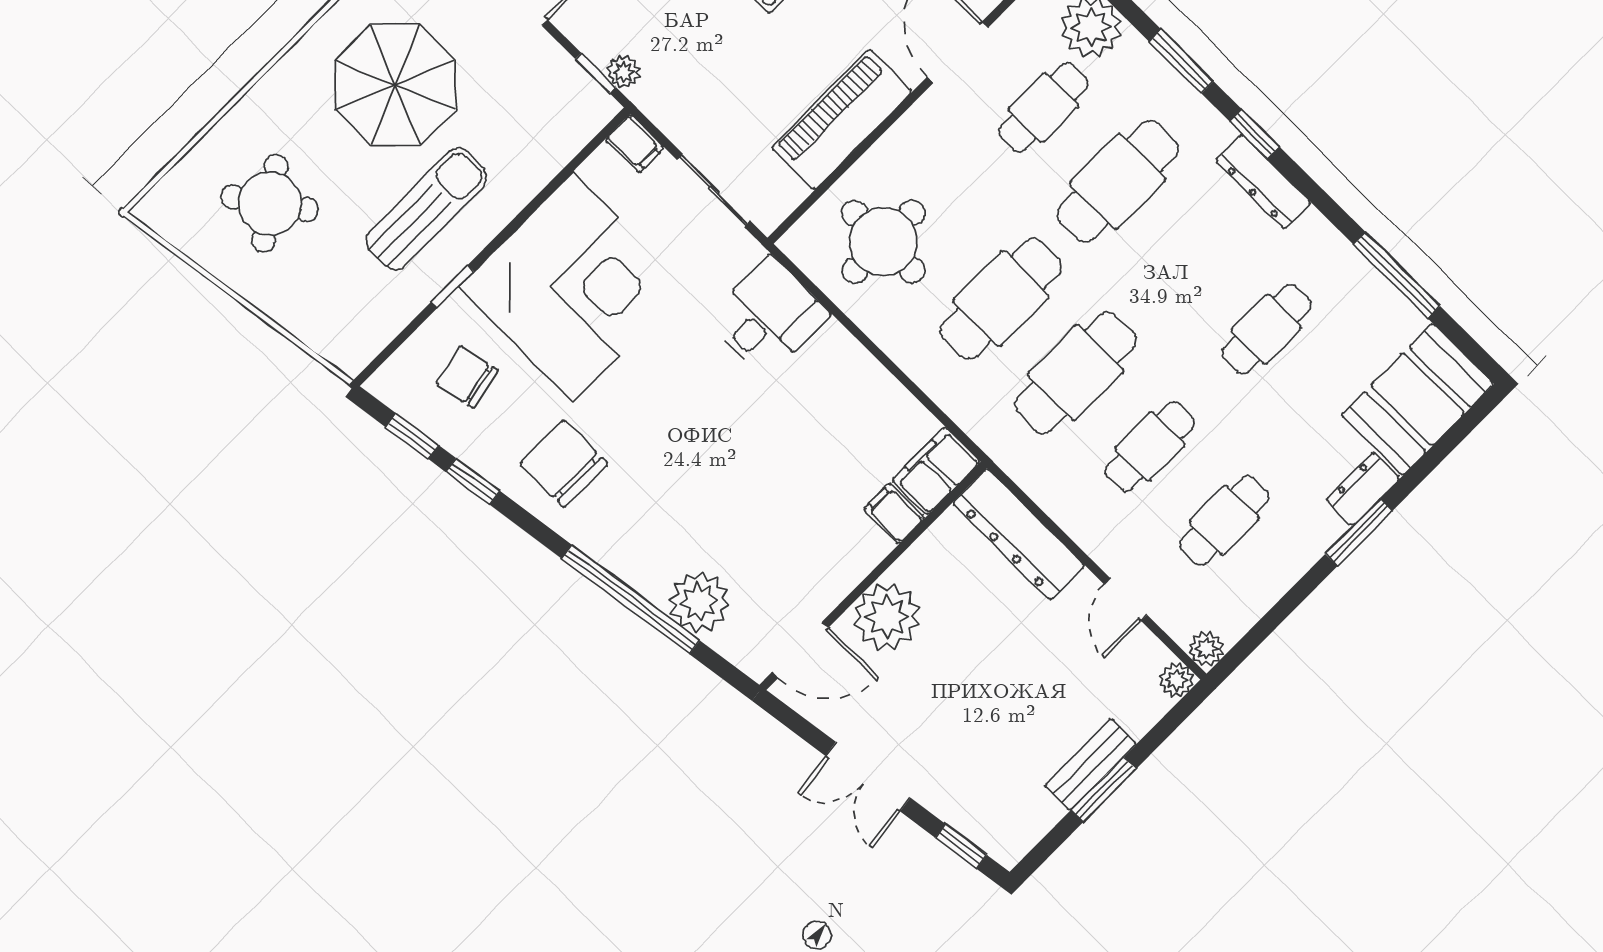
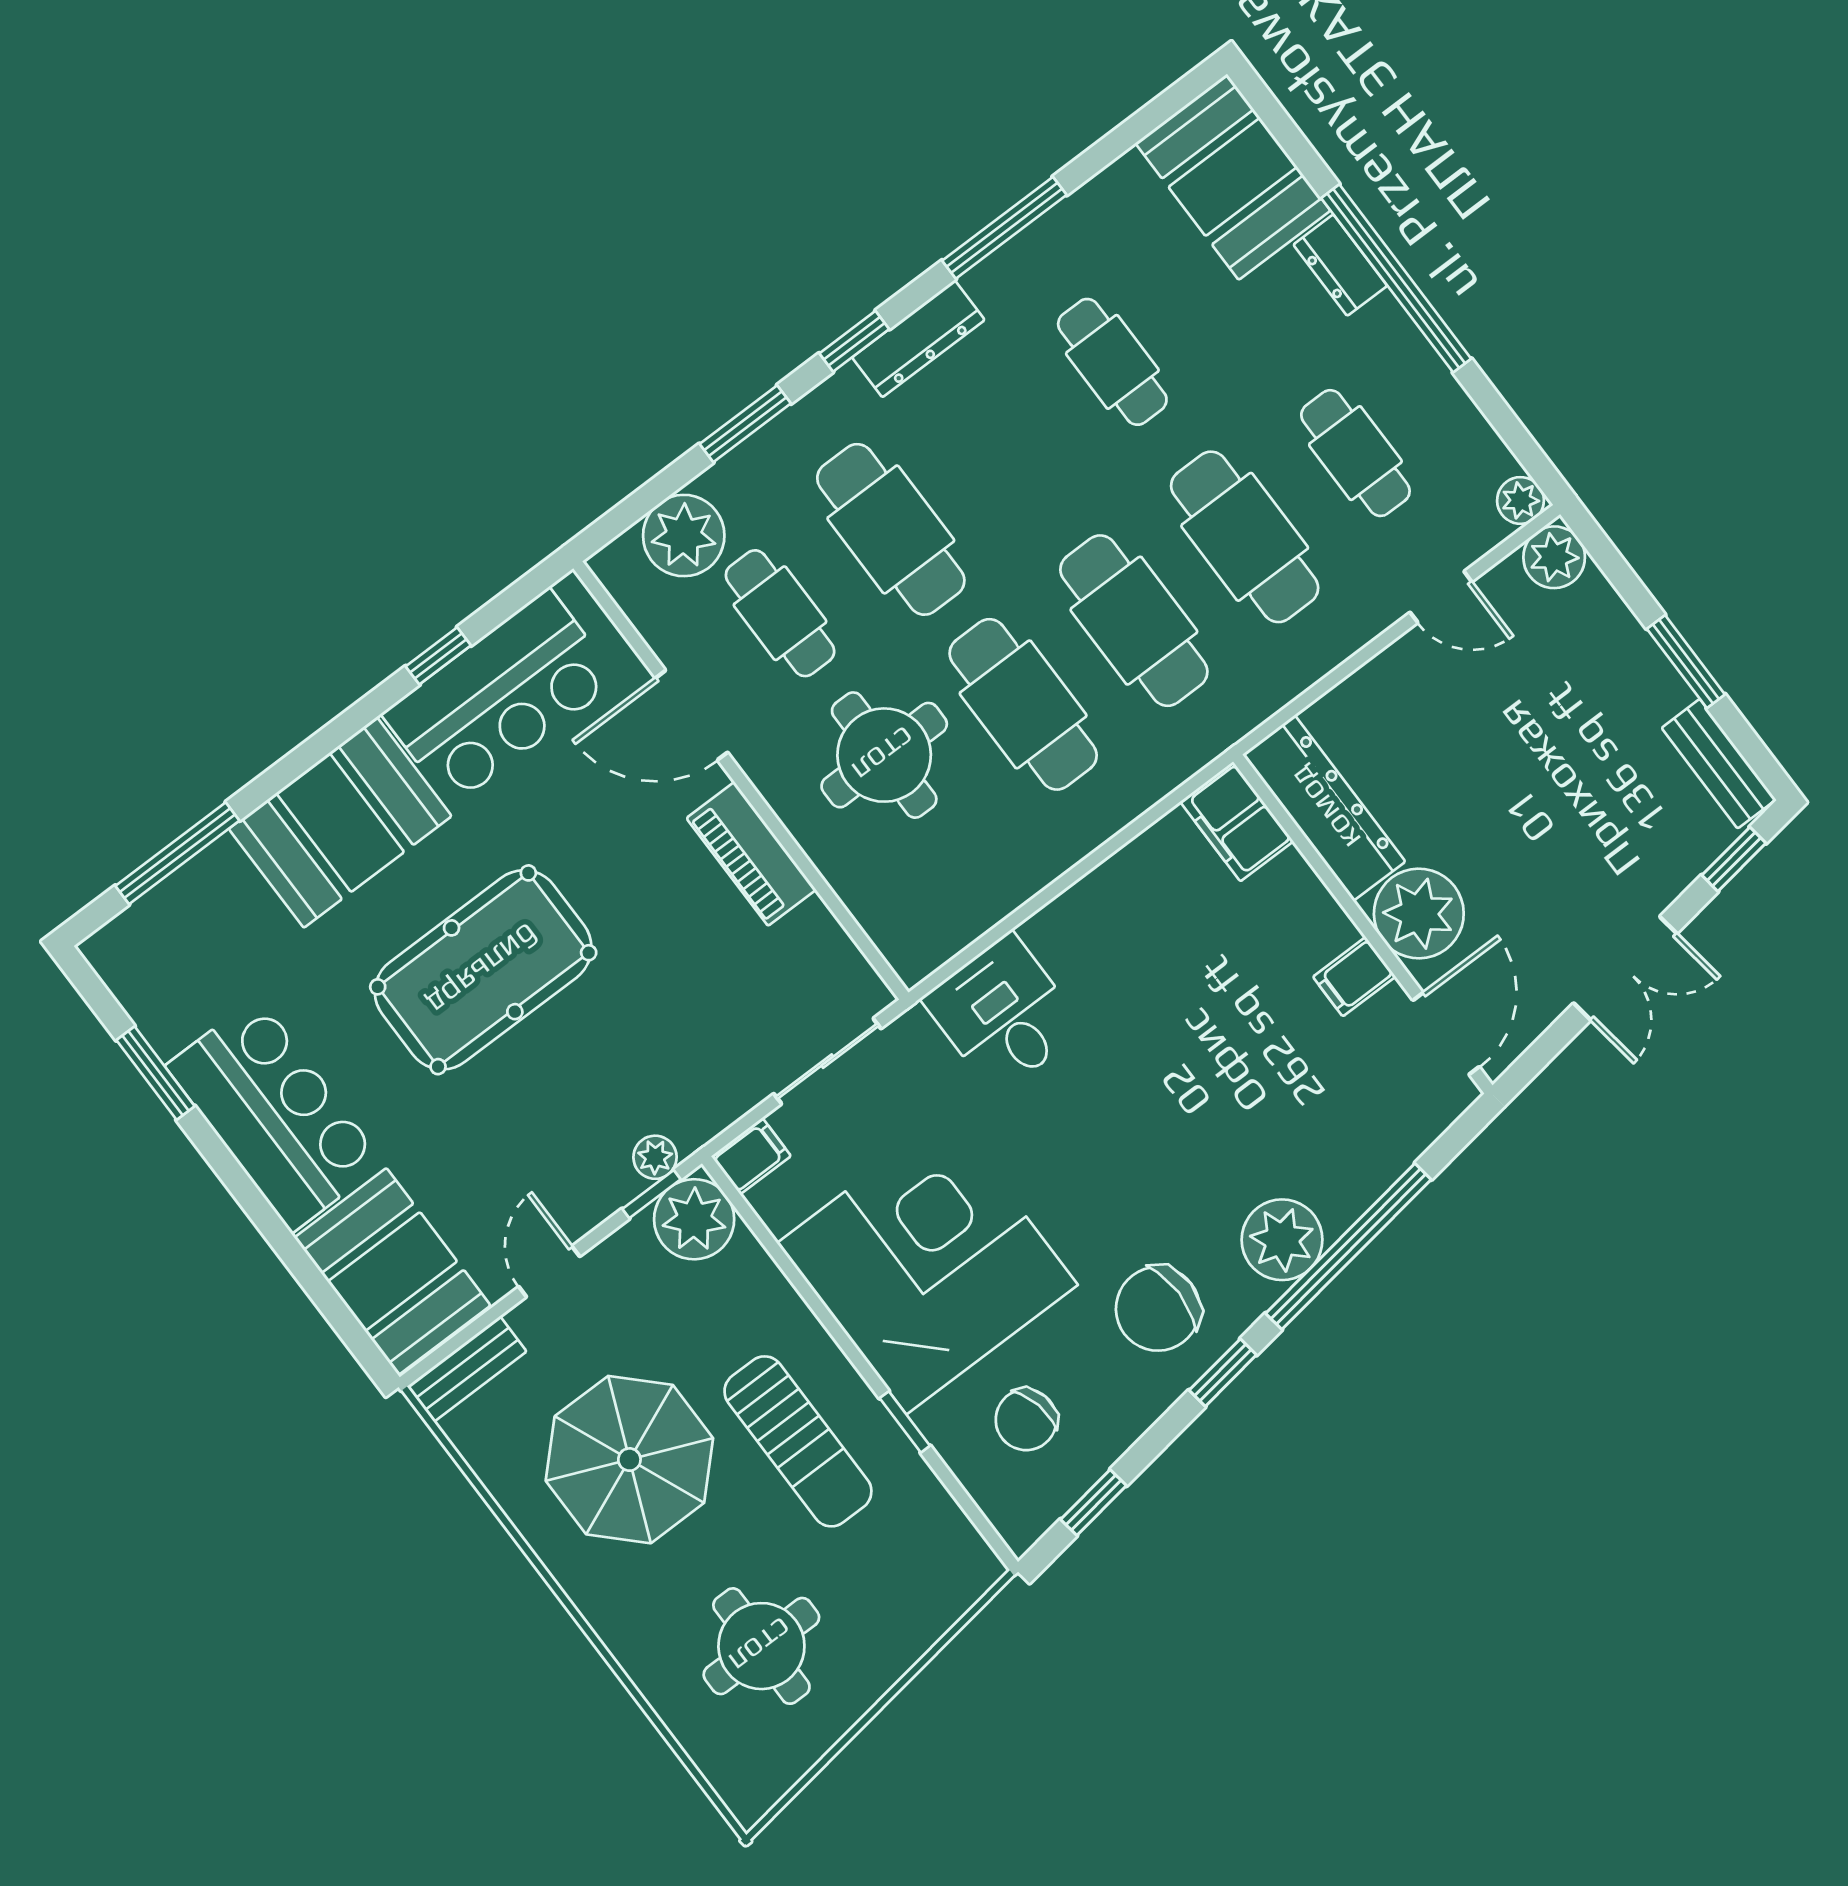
plant: (581, 108) -> (694, 1219), added
piano: (842, 120) -> (751, 854), width x0.73, depth x0.75
round table: (270, 203) -> (761, 1646), turned 35
sun lounger: (427, 209) -> (798, 1441), turned 180
round table: (883, 242) -> (884, 755), moved
window: (1397, 275) -> (1004, 228), moved
cafe table: (1150, 446) -> (1245, 537), width x1.37, depth x1.35
window: (473, 481) -> (1223, 1373), moved
filing cabinet: (894, 514) -> (1354, 977), moved
window: (1359, 532) -> (1396, 278), width x2.11
dresser: (1019, 534) -> (1324, 808), moved, turned -90
plant: (699, 602) -> (1282, 1240), moved
plant: (1176, 680) -> (1554, 557), width x1.38, depth x1.38
bench: (1091, 764) -> (1719, 764), moved

